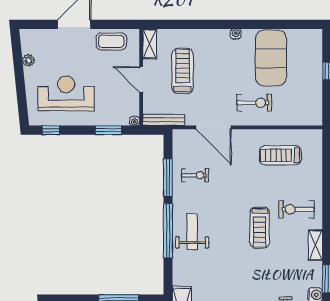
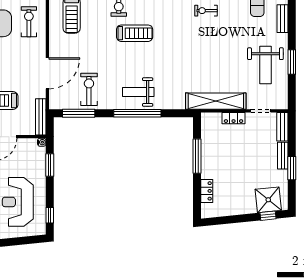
exercise bike: (254, 103) -> (29, 22), moved
exercise bike: (195, 175) -> (89, 89), width x1.38, depth x1.39
window: (168, 178) -> (79, 113), moved

